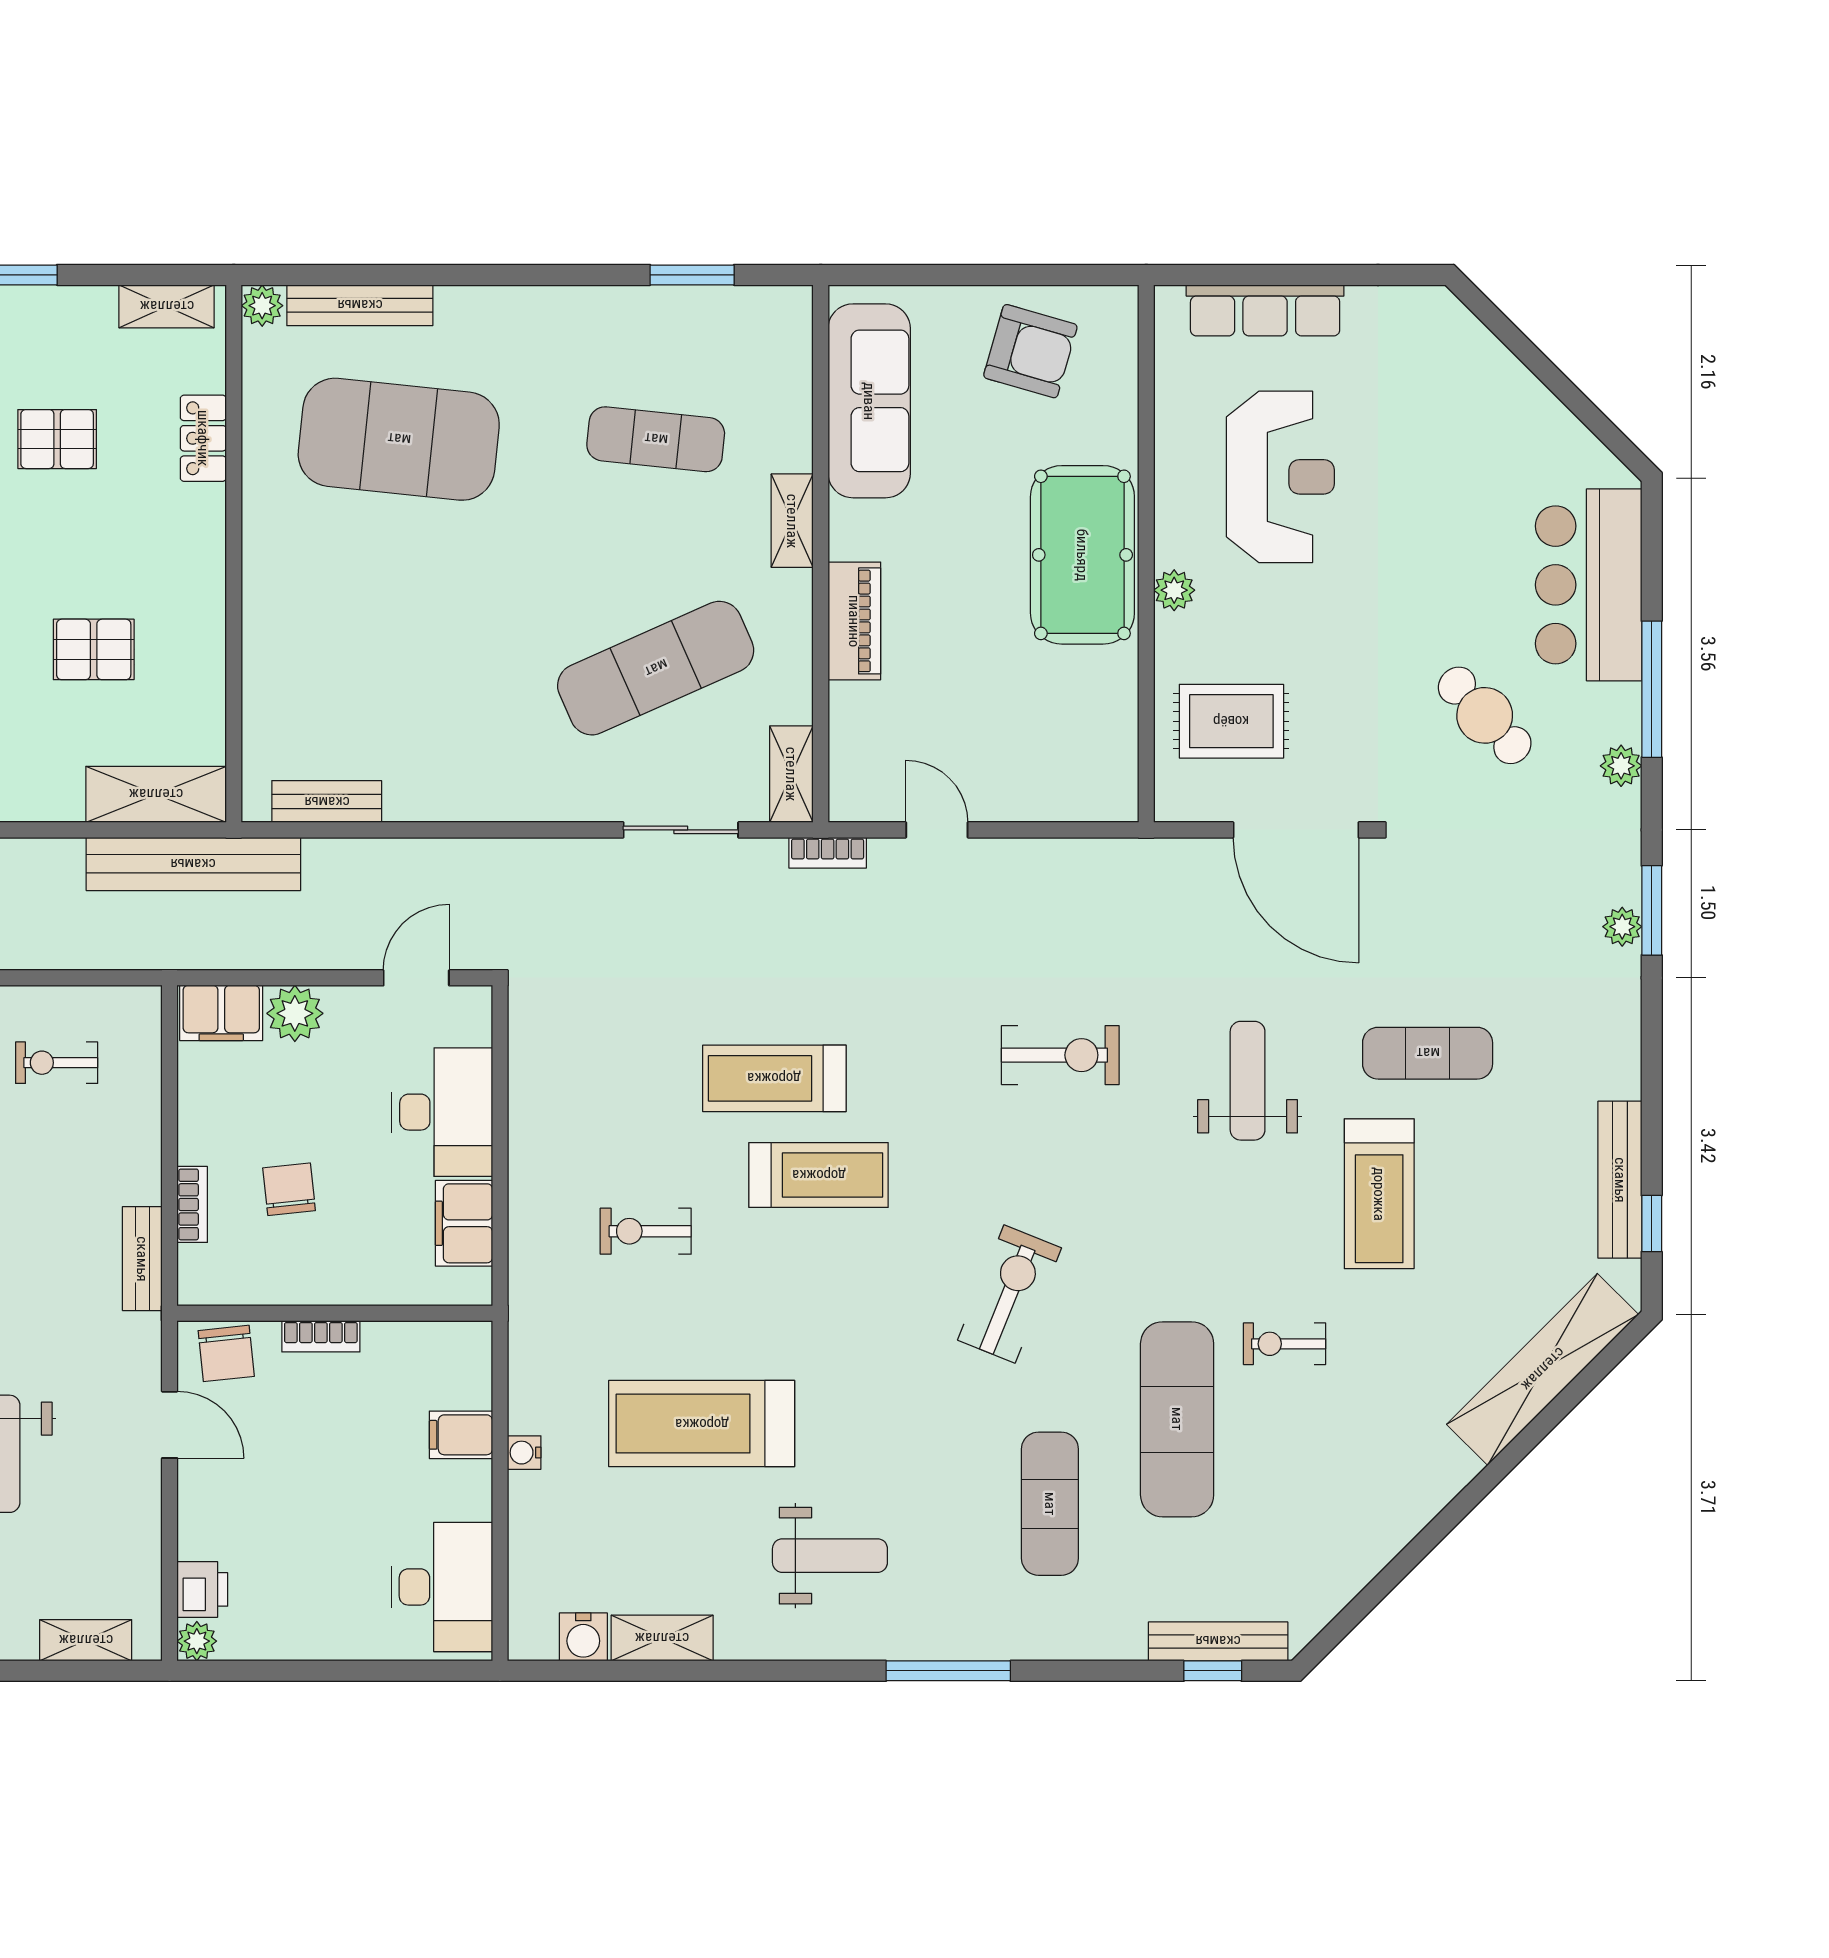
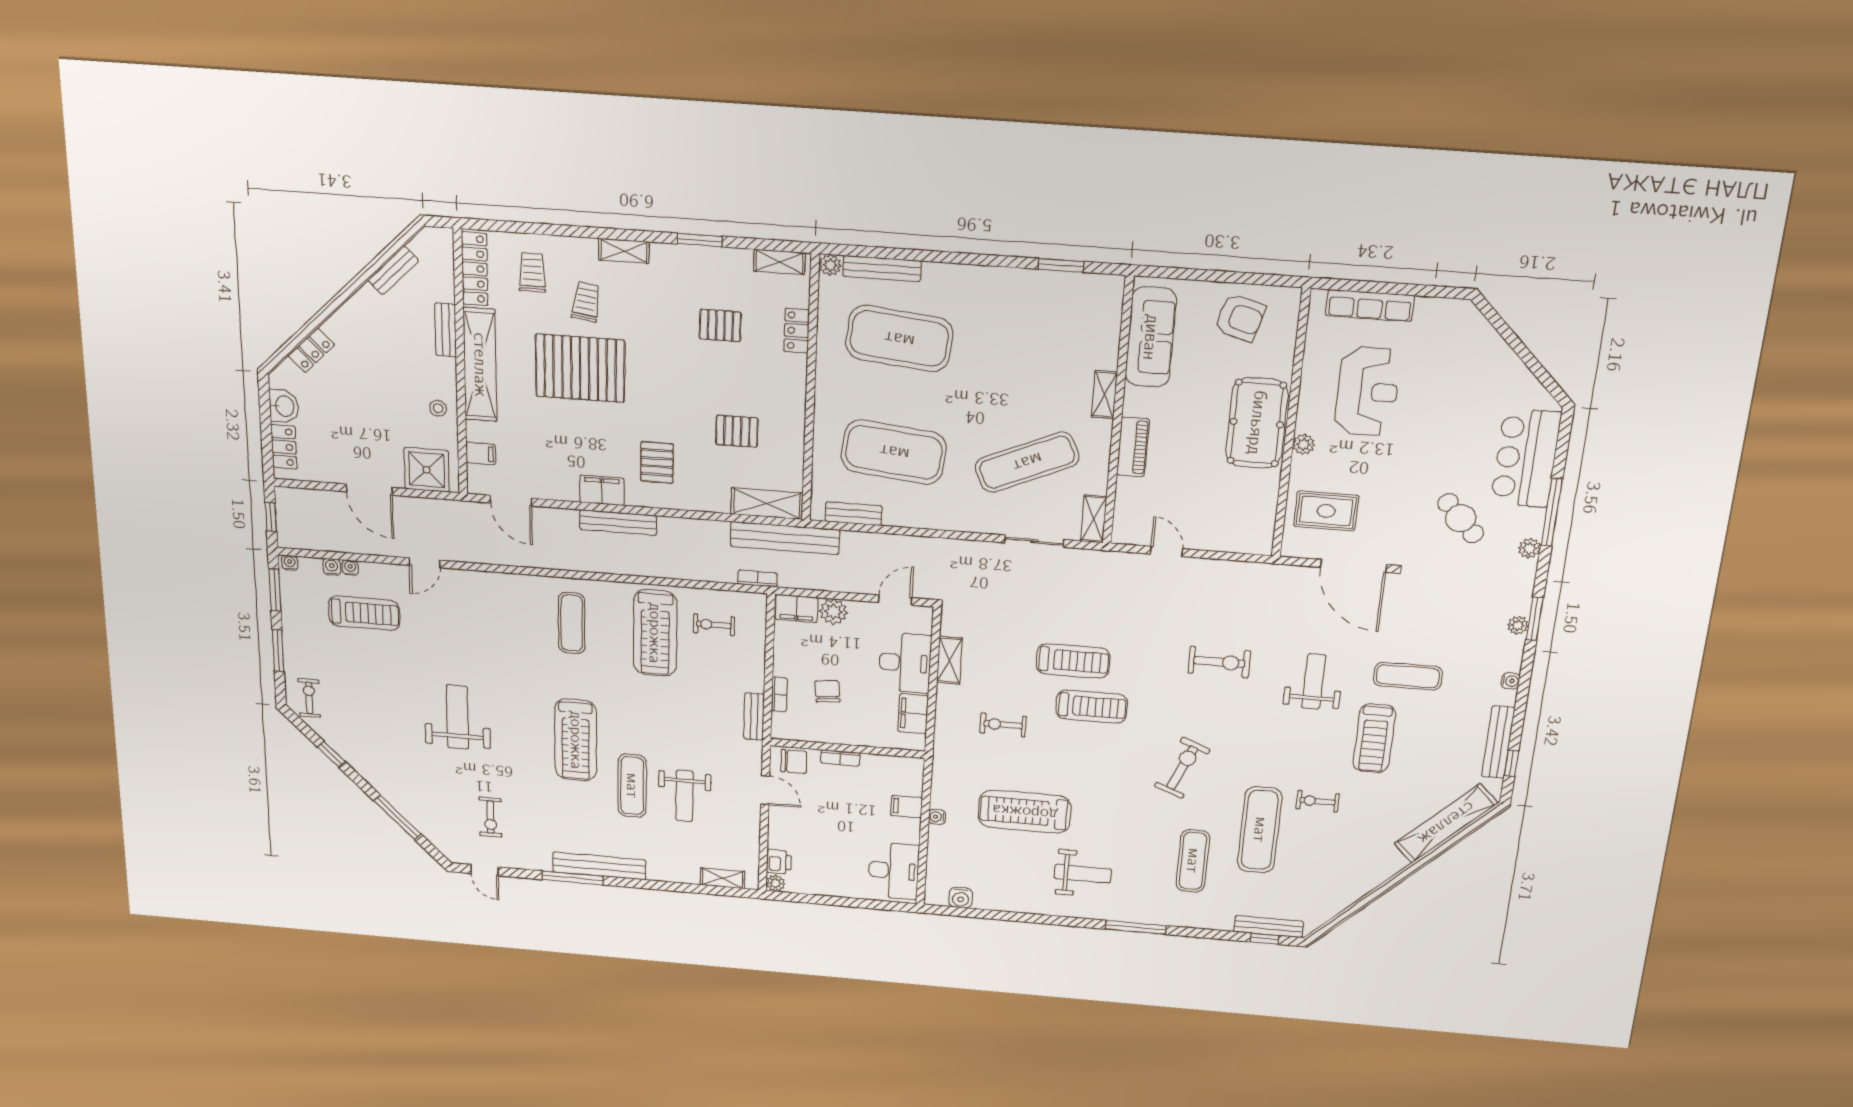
exercise mat: (656, 439) -> (894, 452), moved, width x2.00, depth x1.45
bookcase: (828, 853) -> (758, 579), moved, turned 180
water cooler: (1625, 1046) -> (1511, 681), added
treadmill: (774, 1078) -> (1073, 661), turned 180
chair: (226, 1353) -> (794, 761), turned -84
shelving: (662, 1638) -> (949, 660), moved, turned 90

